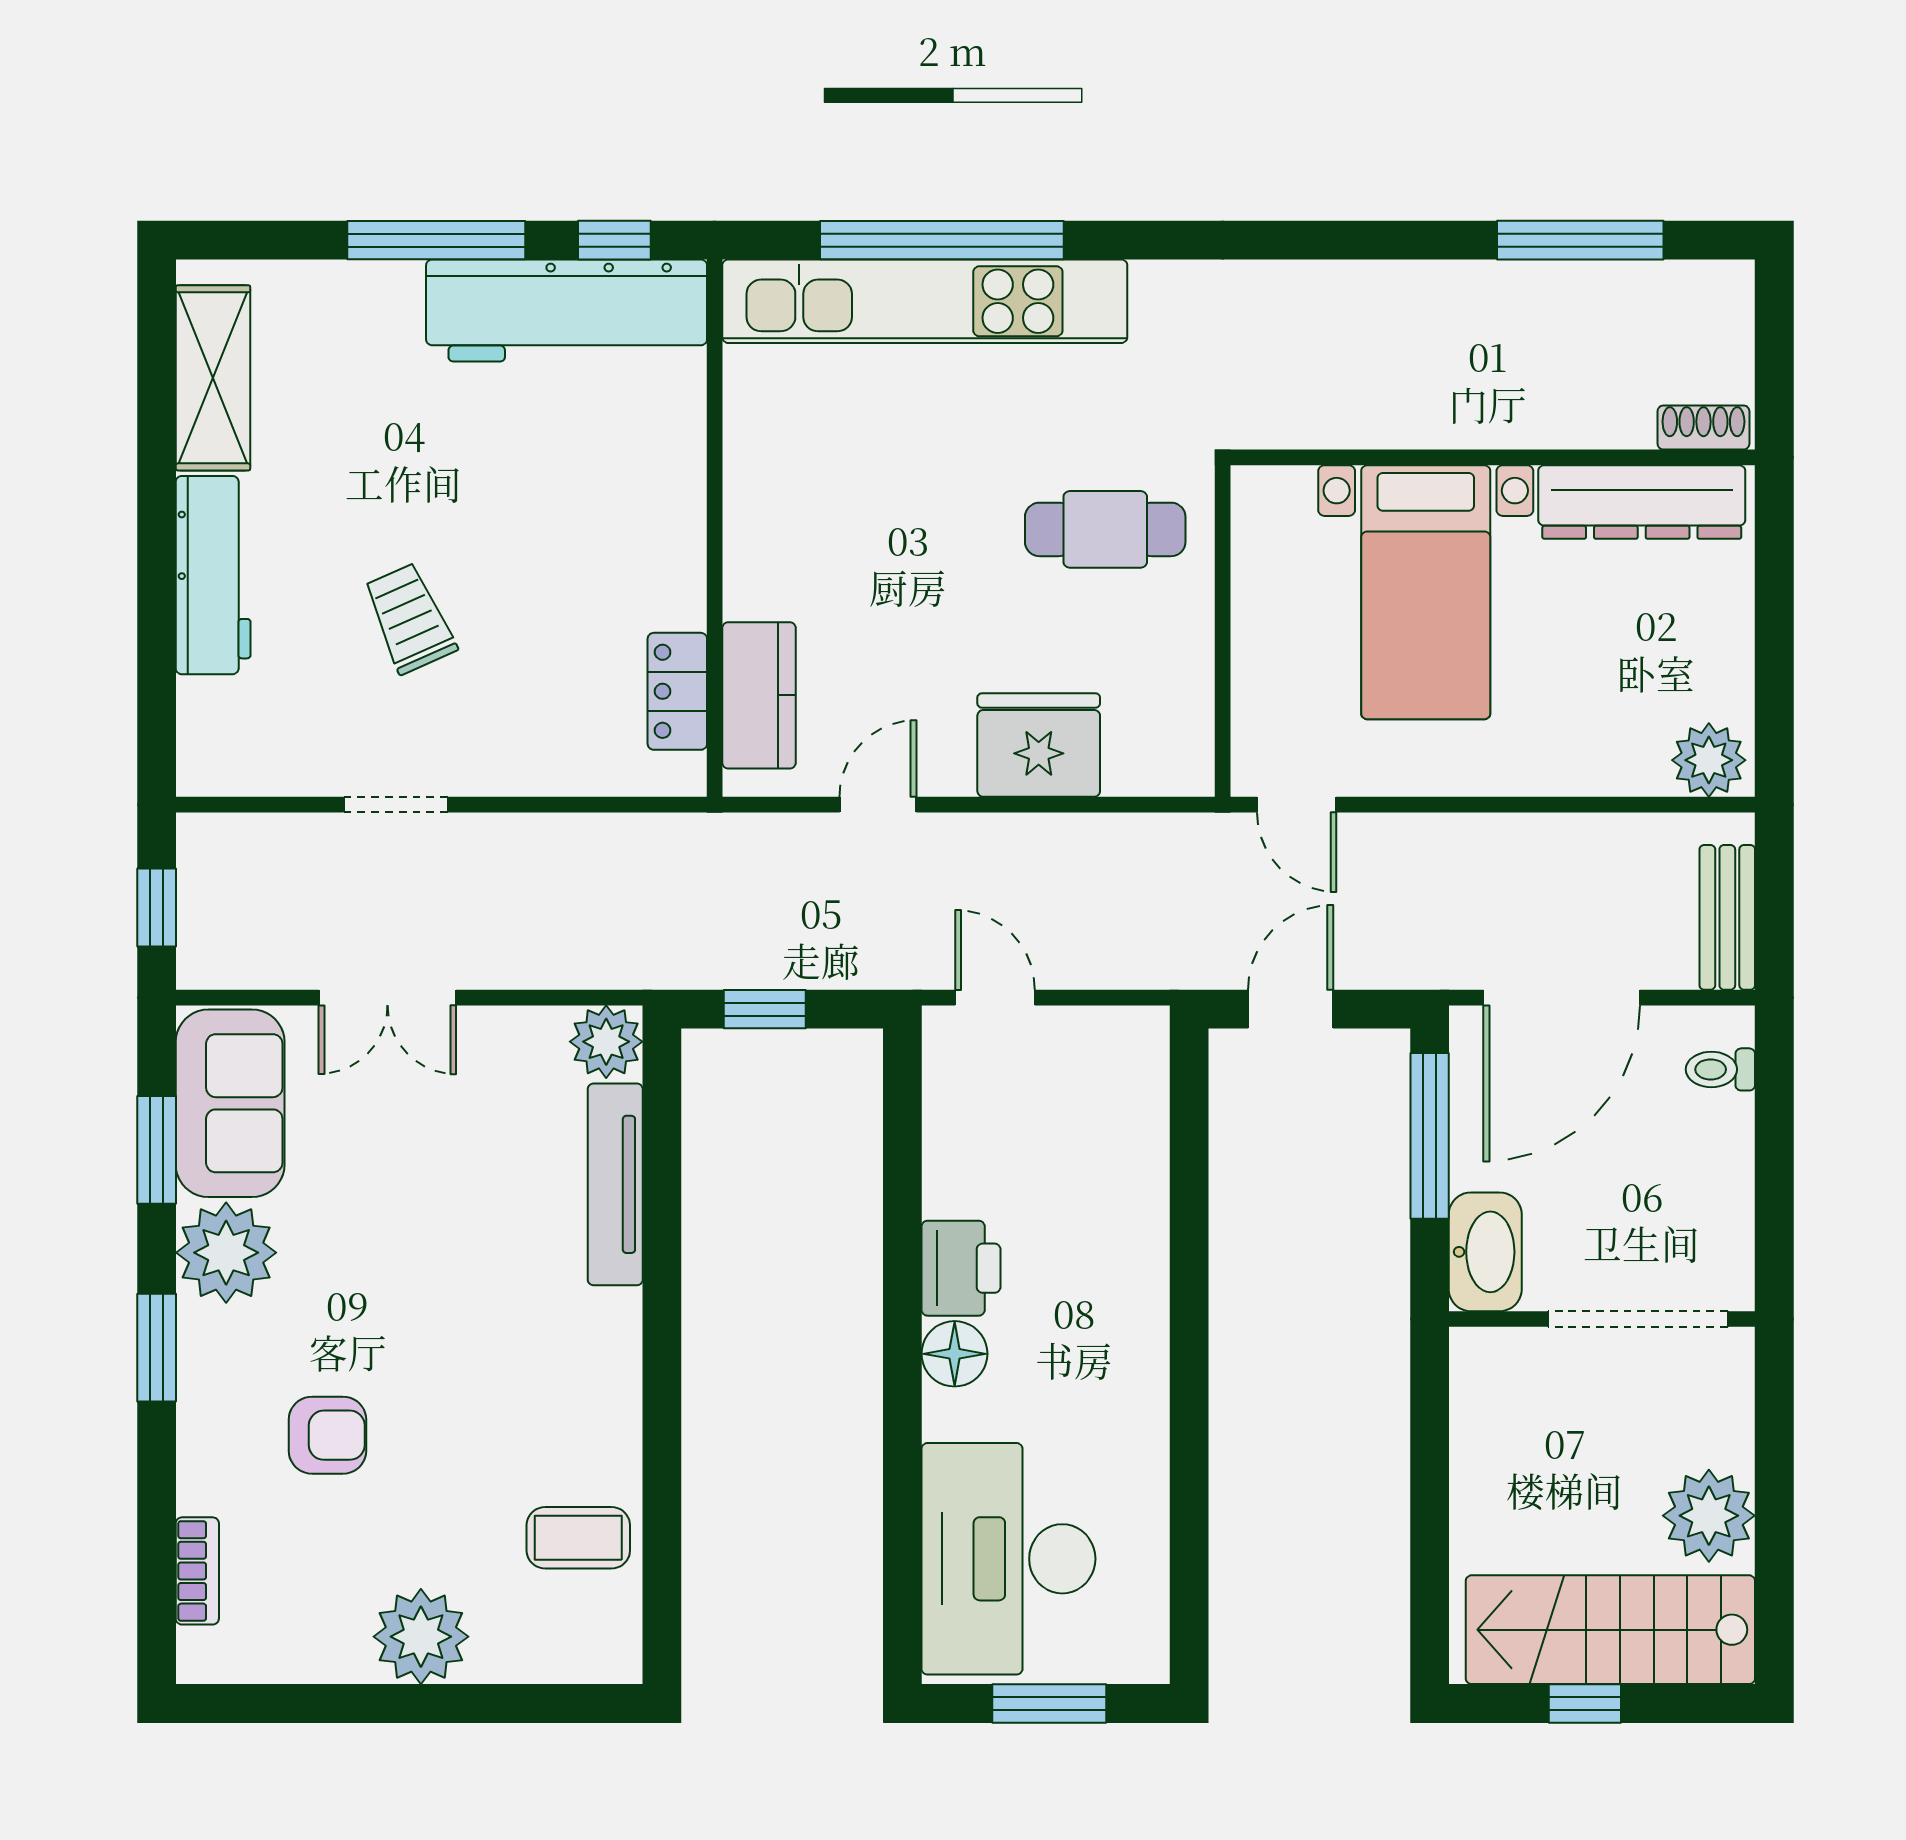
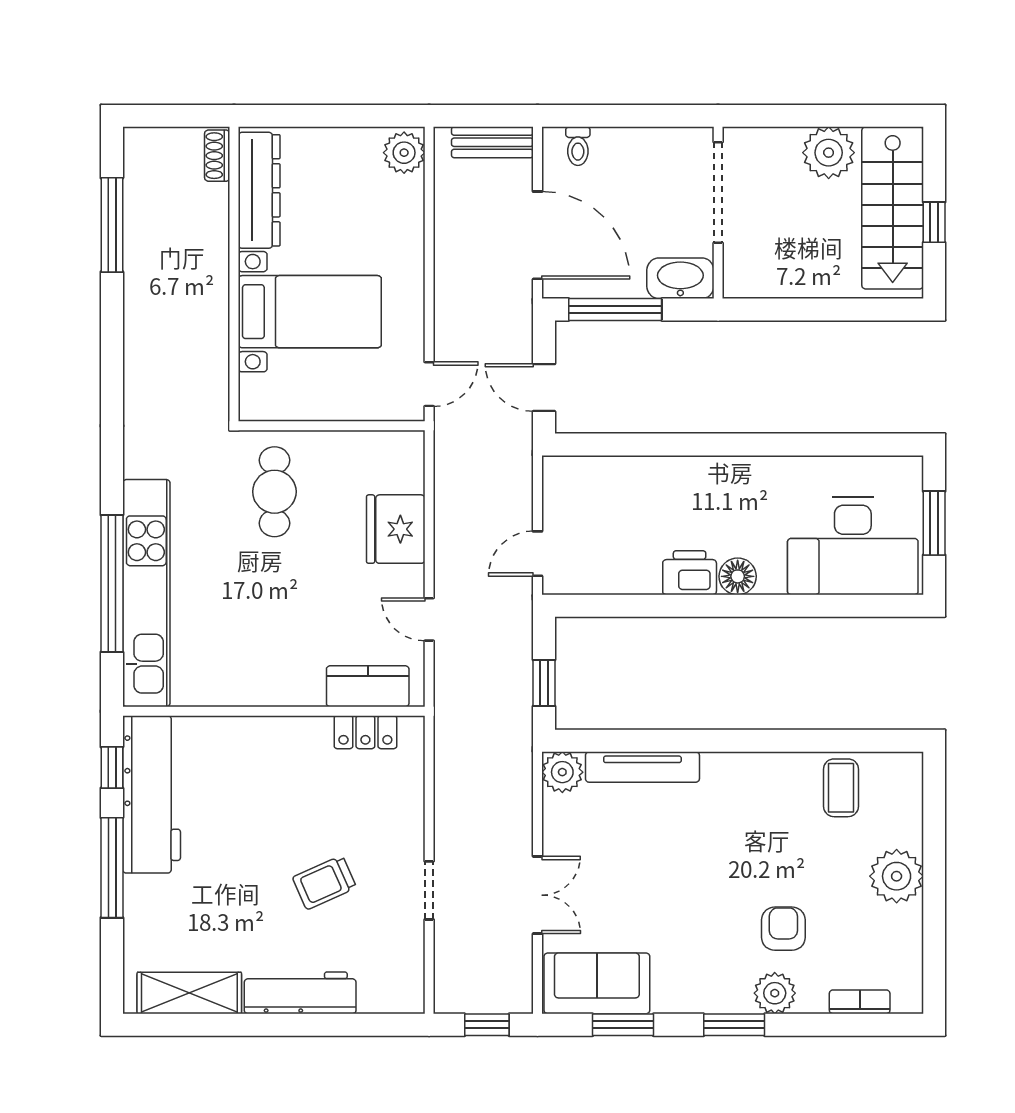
plant: (226, 1253) -> (775, 993), moved, width x0.73, depth x0.73

